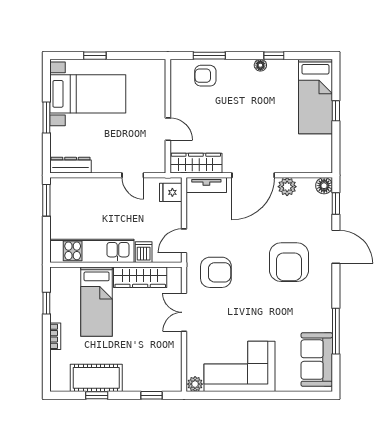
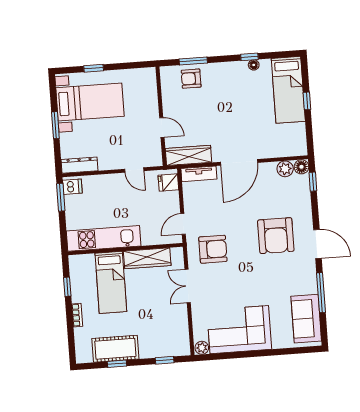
floor lamp: (260, 65) -> (254, 65), moved
plant: (287, 187) -> (285, 169), moved
door: (336, 247) -> (317, 244), moved
dishwasher: (144, 252) -> (72, 187), moved, turned 90

